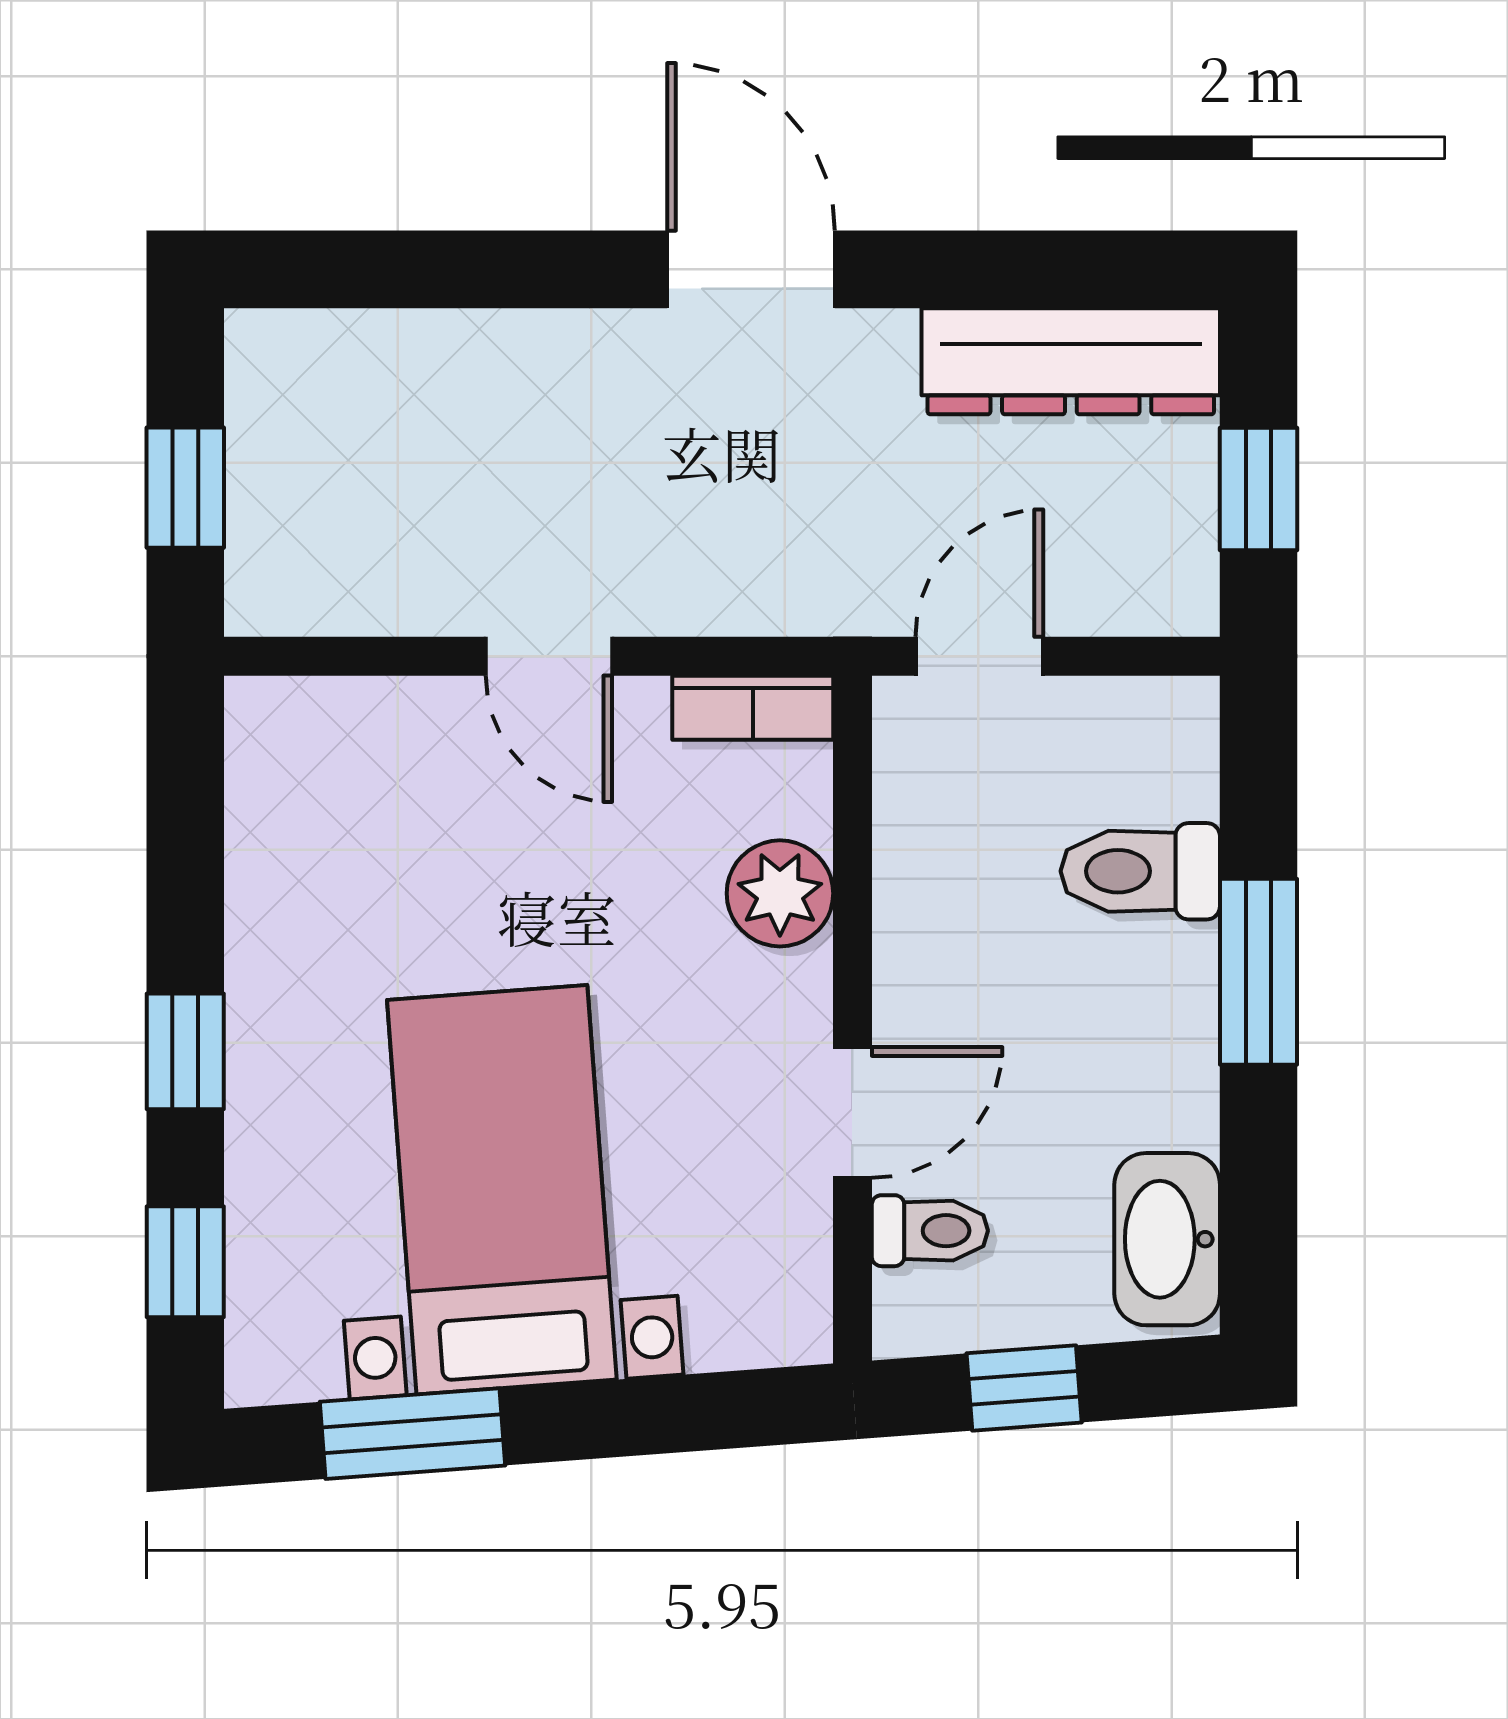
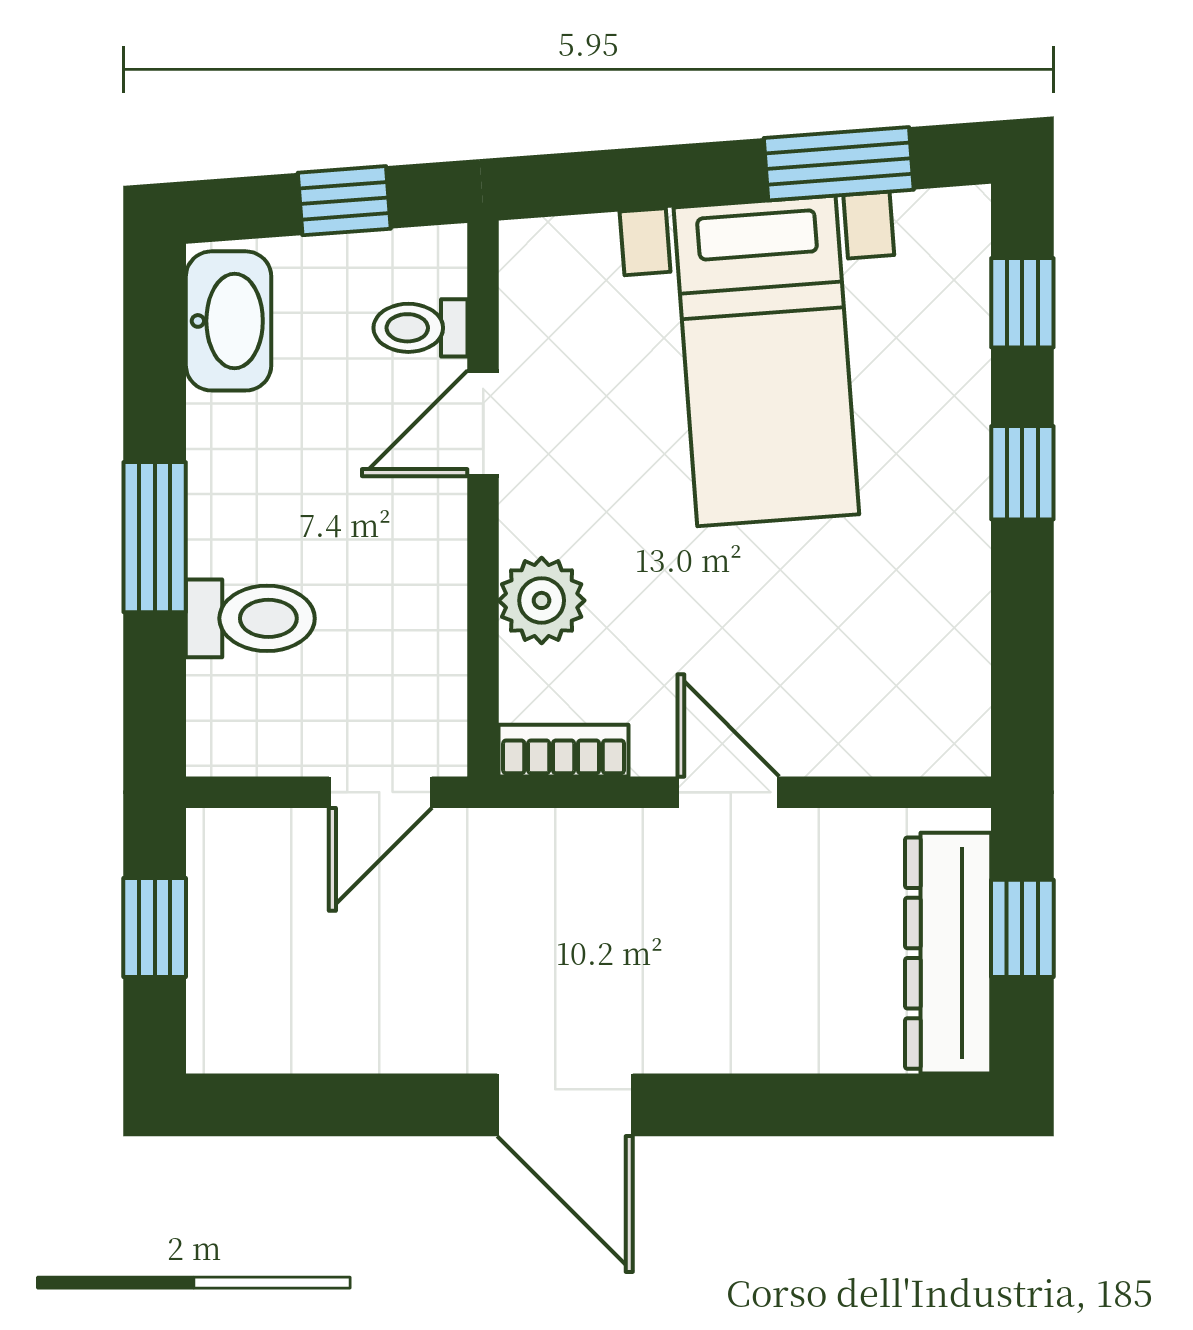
dresser: (1071, 361) -> (948, 953), moved, turned -90

